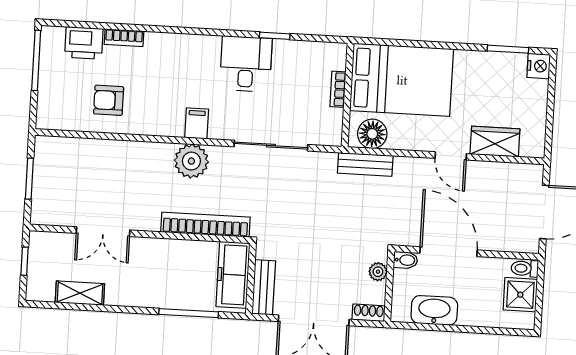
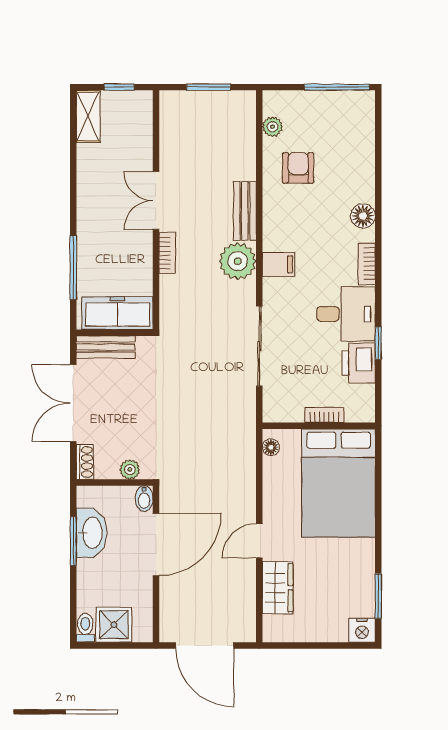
bookcase: (124, 38) -> (367, 264), moved
printer: (84, 43) -> (359, 363), moved
floor lamp: (156, 43) -> (363, 216), added
plant: (69, 122) -> (272, 127), added
floor lamp: (372, 134) -> (271, 447), width x0.53, depth x0.53
bench: (365, 164) -> (245, 211), moved
bookcase: (205, 225) -> (167, 253), width x0.43, depth x0.76
double door: (103, 232) -> (156, 201), moved
toilet: (525, 268) -> (85, 628), moved
shelving: (80, 293) -> (88, 116), moved
window: (441, 328) -> (73, 541), added

